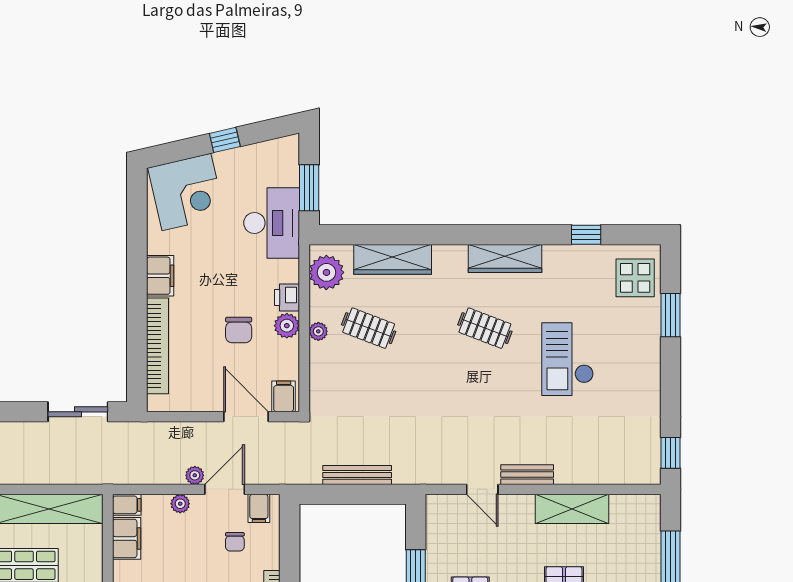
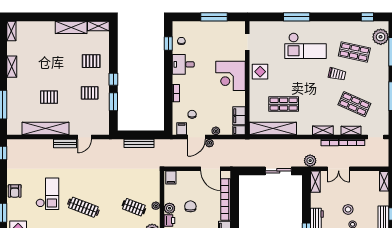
clothes rail: (485, 328) -> (83, 207), width x1.36
armchair: (643, 365) -> (15, 191), added
sliding door: (78, 412) -> (278, 171), moved
door: (246, 417) -> (210, 169), moved
door: (482, 489) -> (84, 137), swing flipped
shelving: (572, 509) -> (45, 129), width x1.47

